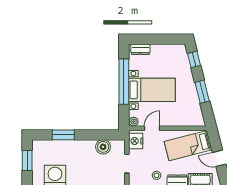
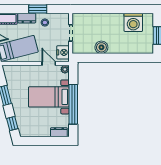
door: (152, 128) -> (49, 64), swing flipped
window: (63, 135) -> (126, 58), removed
boiler: (103, 147) -> (101, 47), moved

